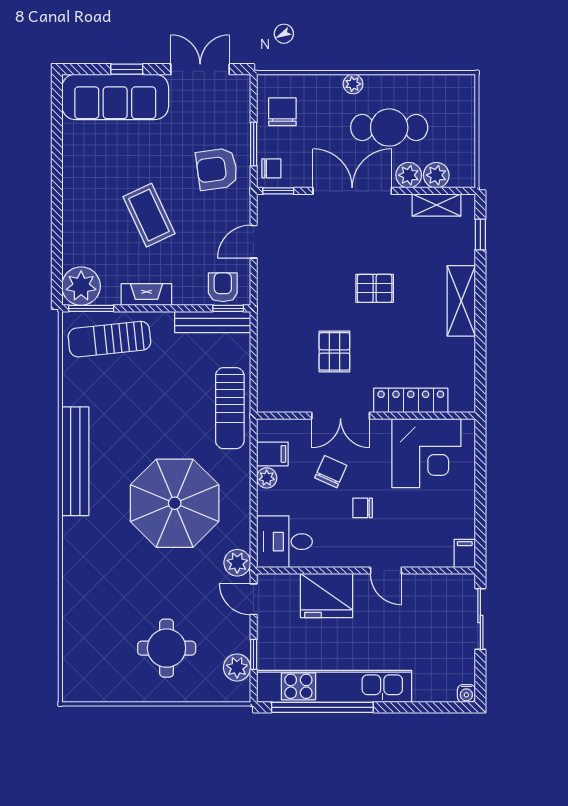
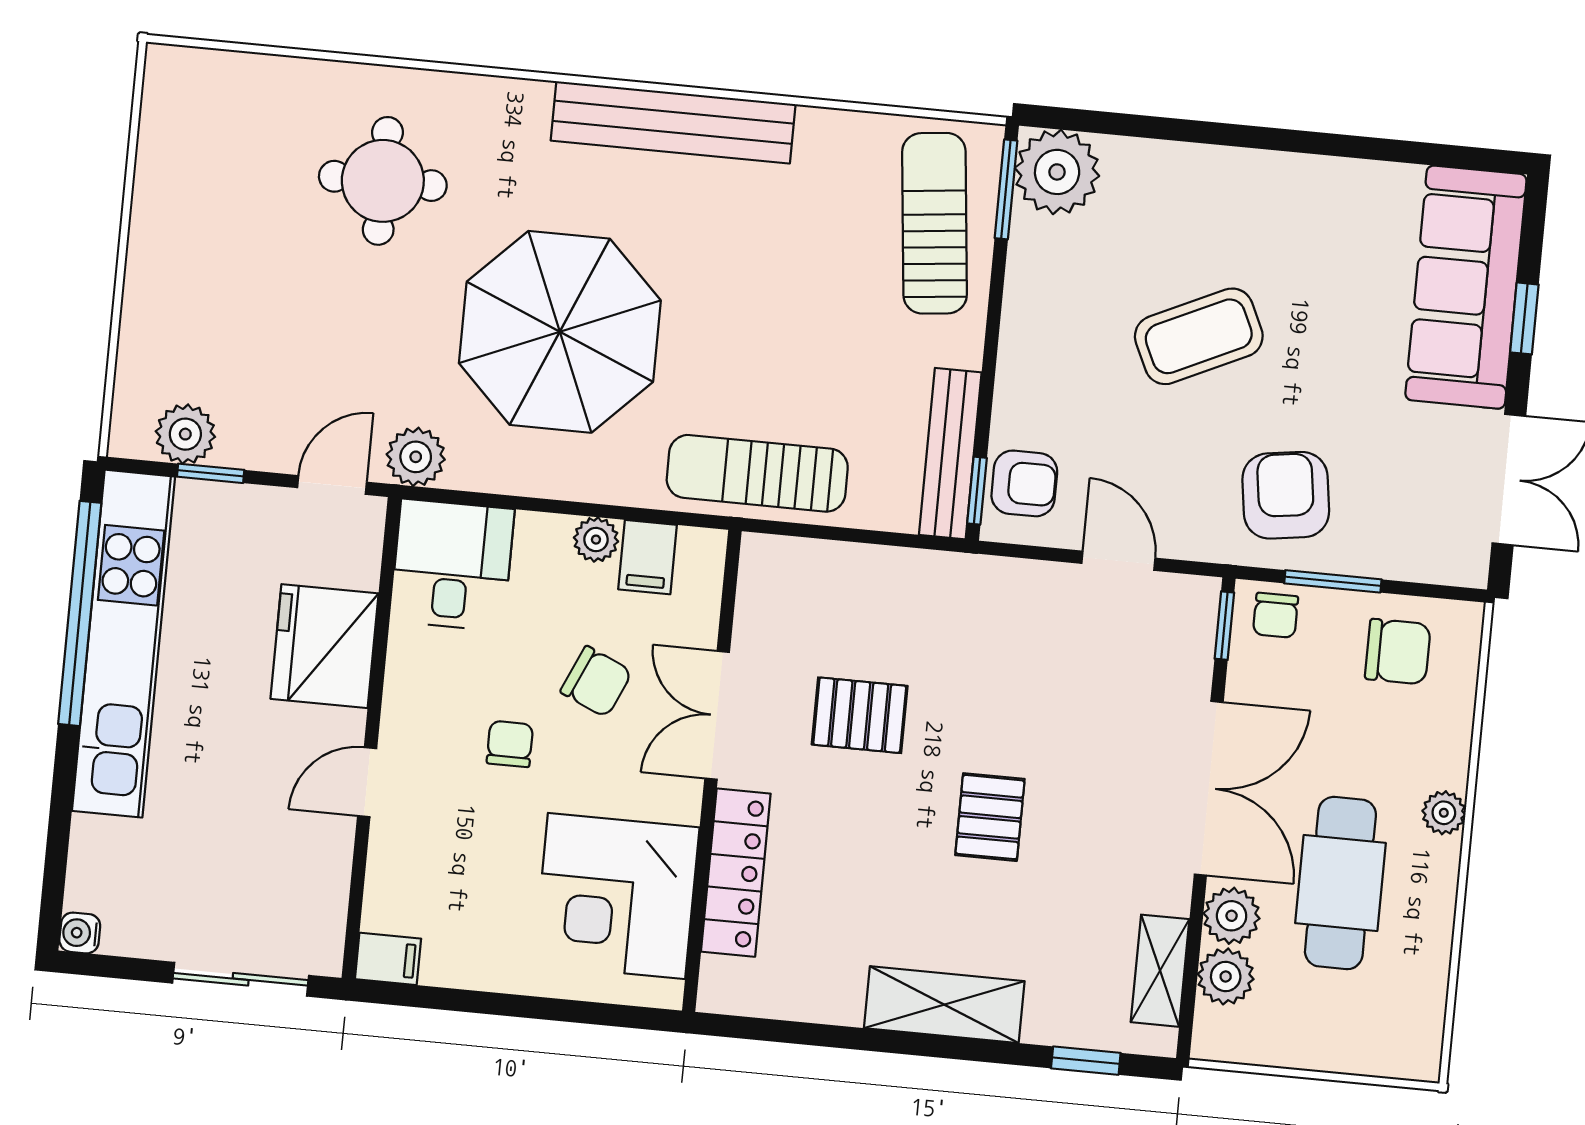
fireplace: (146, 295) -> (1025, 314), removed
round table: (167, 648) -> (383, 181), moved

